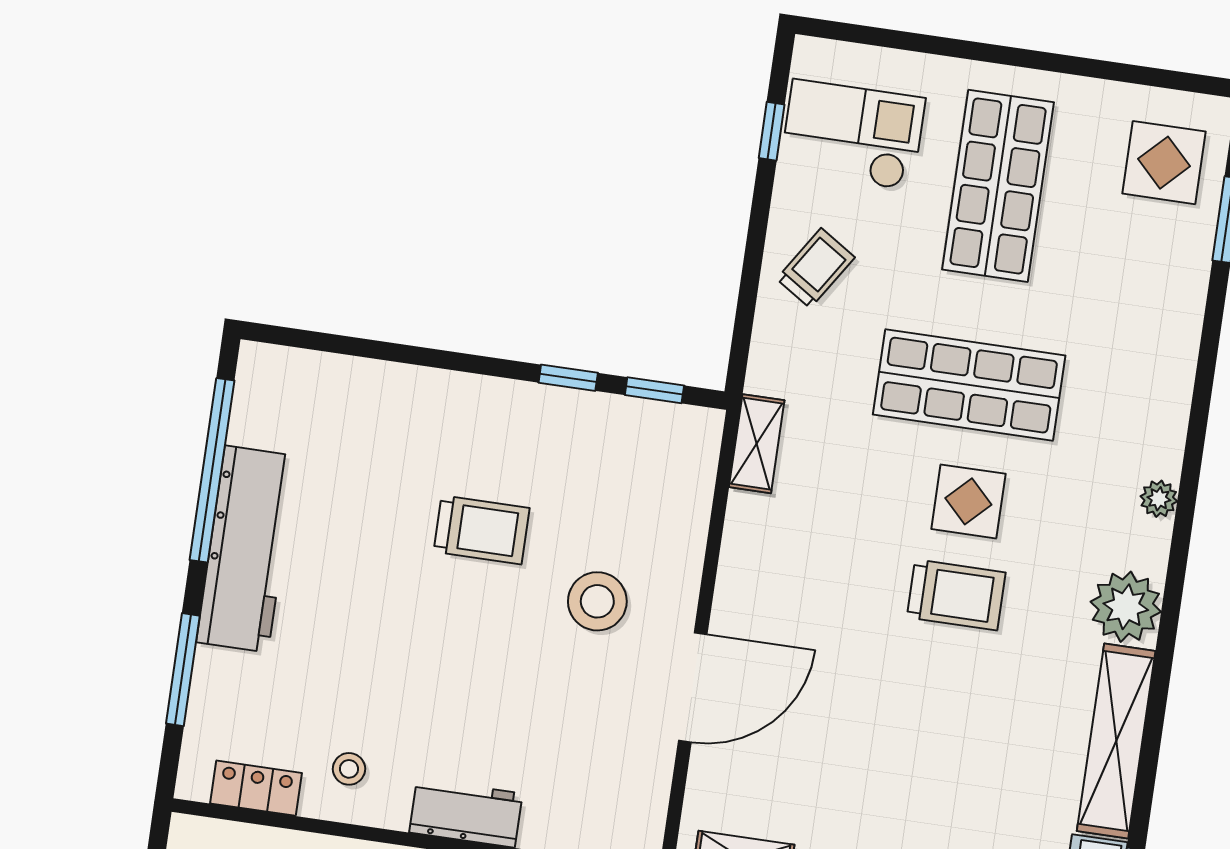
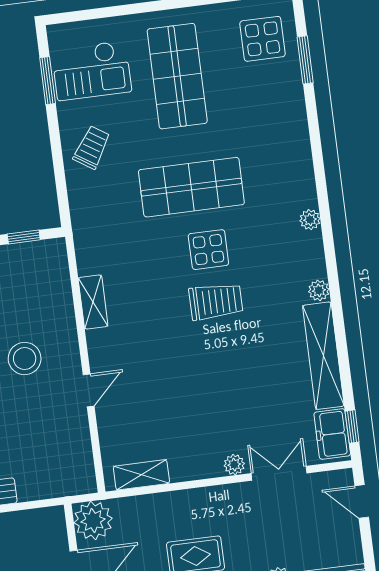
window: (772, 131) -> (48, 81), width x1.50
checkout: (853, 135) -> (92, 71), turned 180
shelving: (757, 444) -> (93, 302), moved
plant: (1126, 607) -> (319, 290), width x0.53, depth x0.53
door: (693, 687) -> (89, 390), width x0.53

